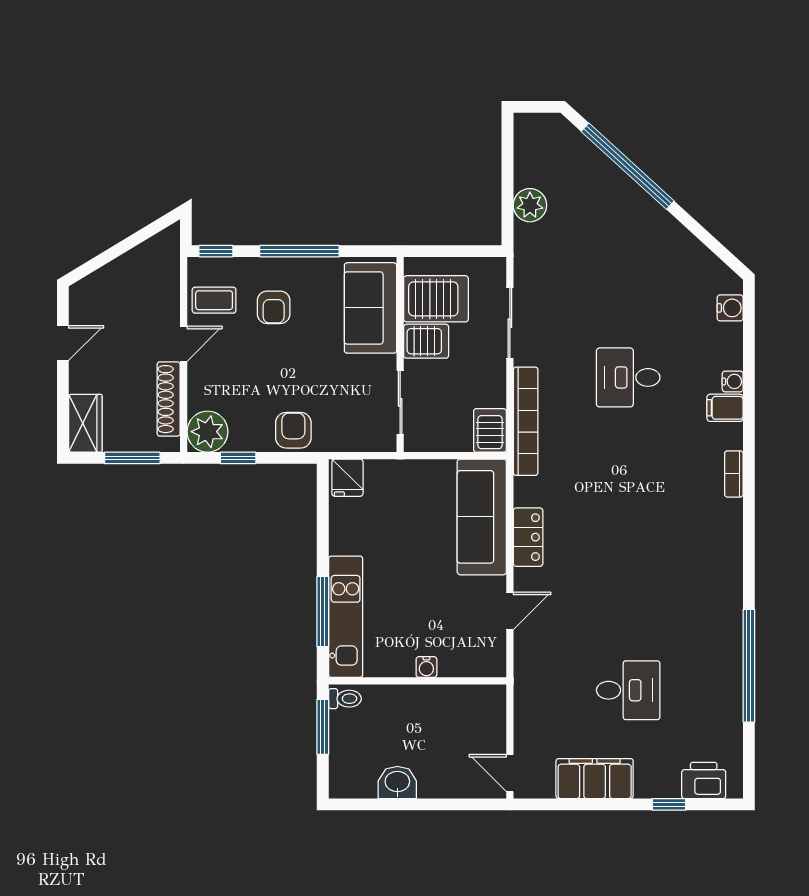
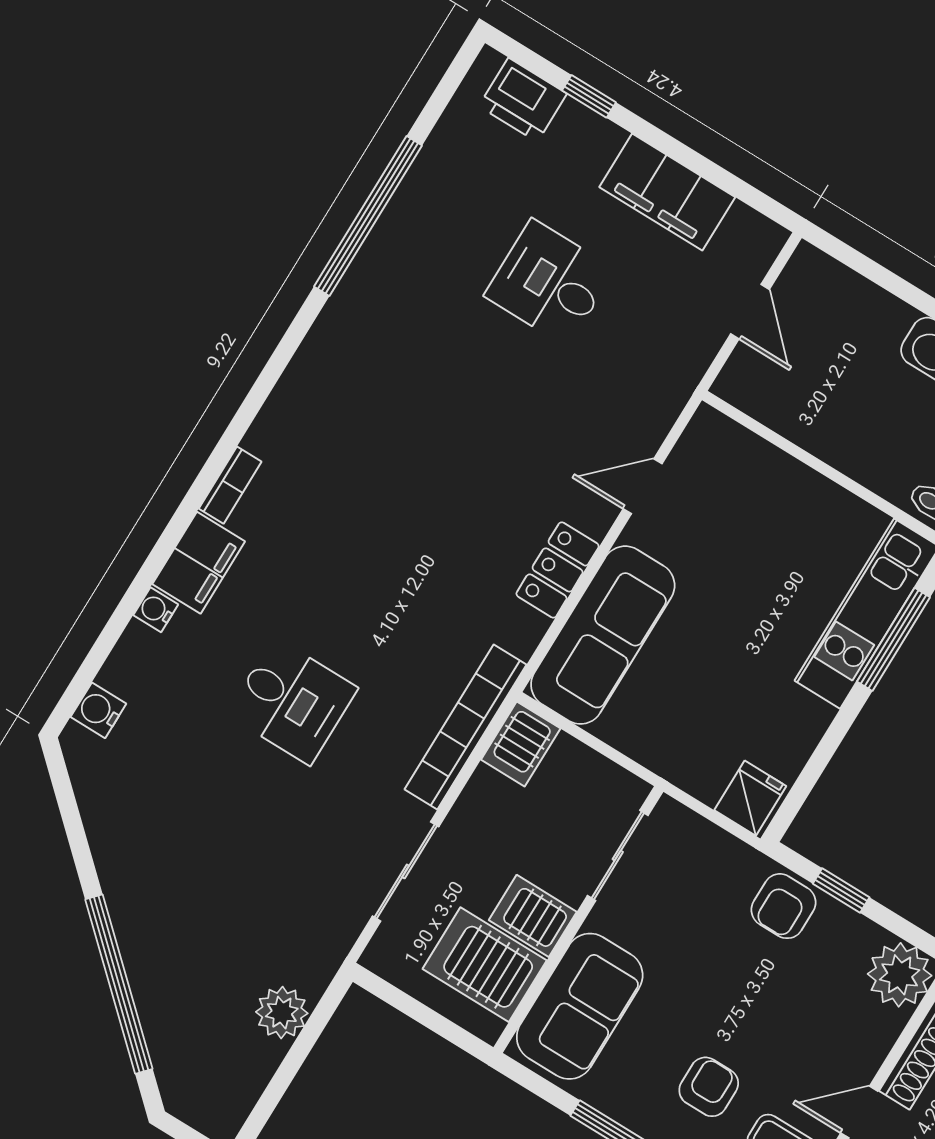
filing cabinet: (725, 408) -> (199, 563), width x2.00
window: (238, 458) -> (841, 890), moved
water cooler: (426, 667) -> (800, 480), removed
door: (510, 773) -> (750, 312), moved

